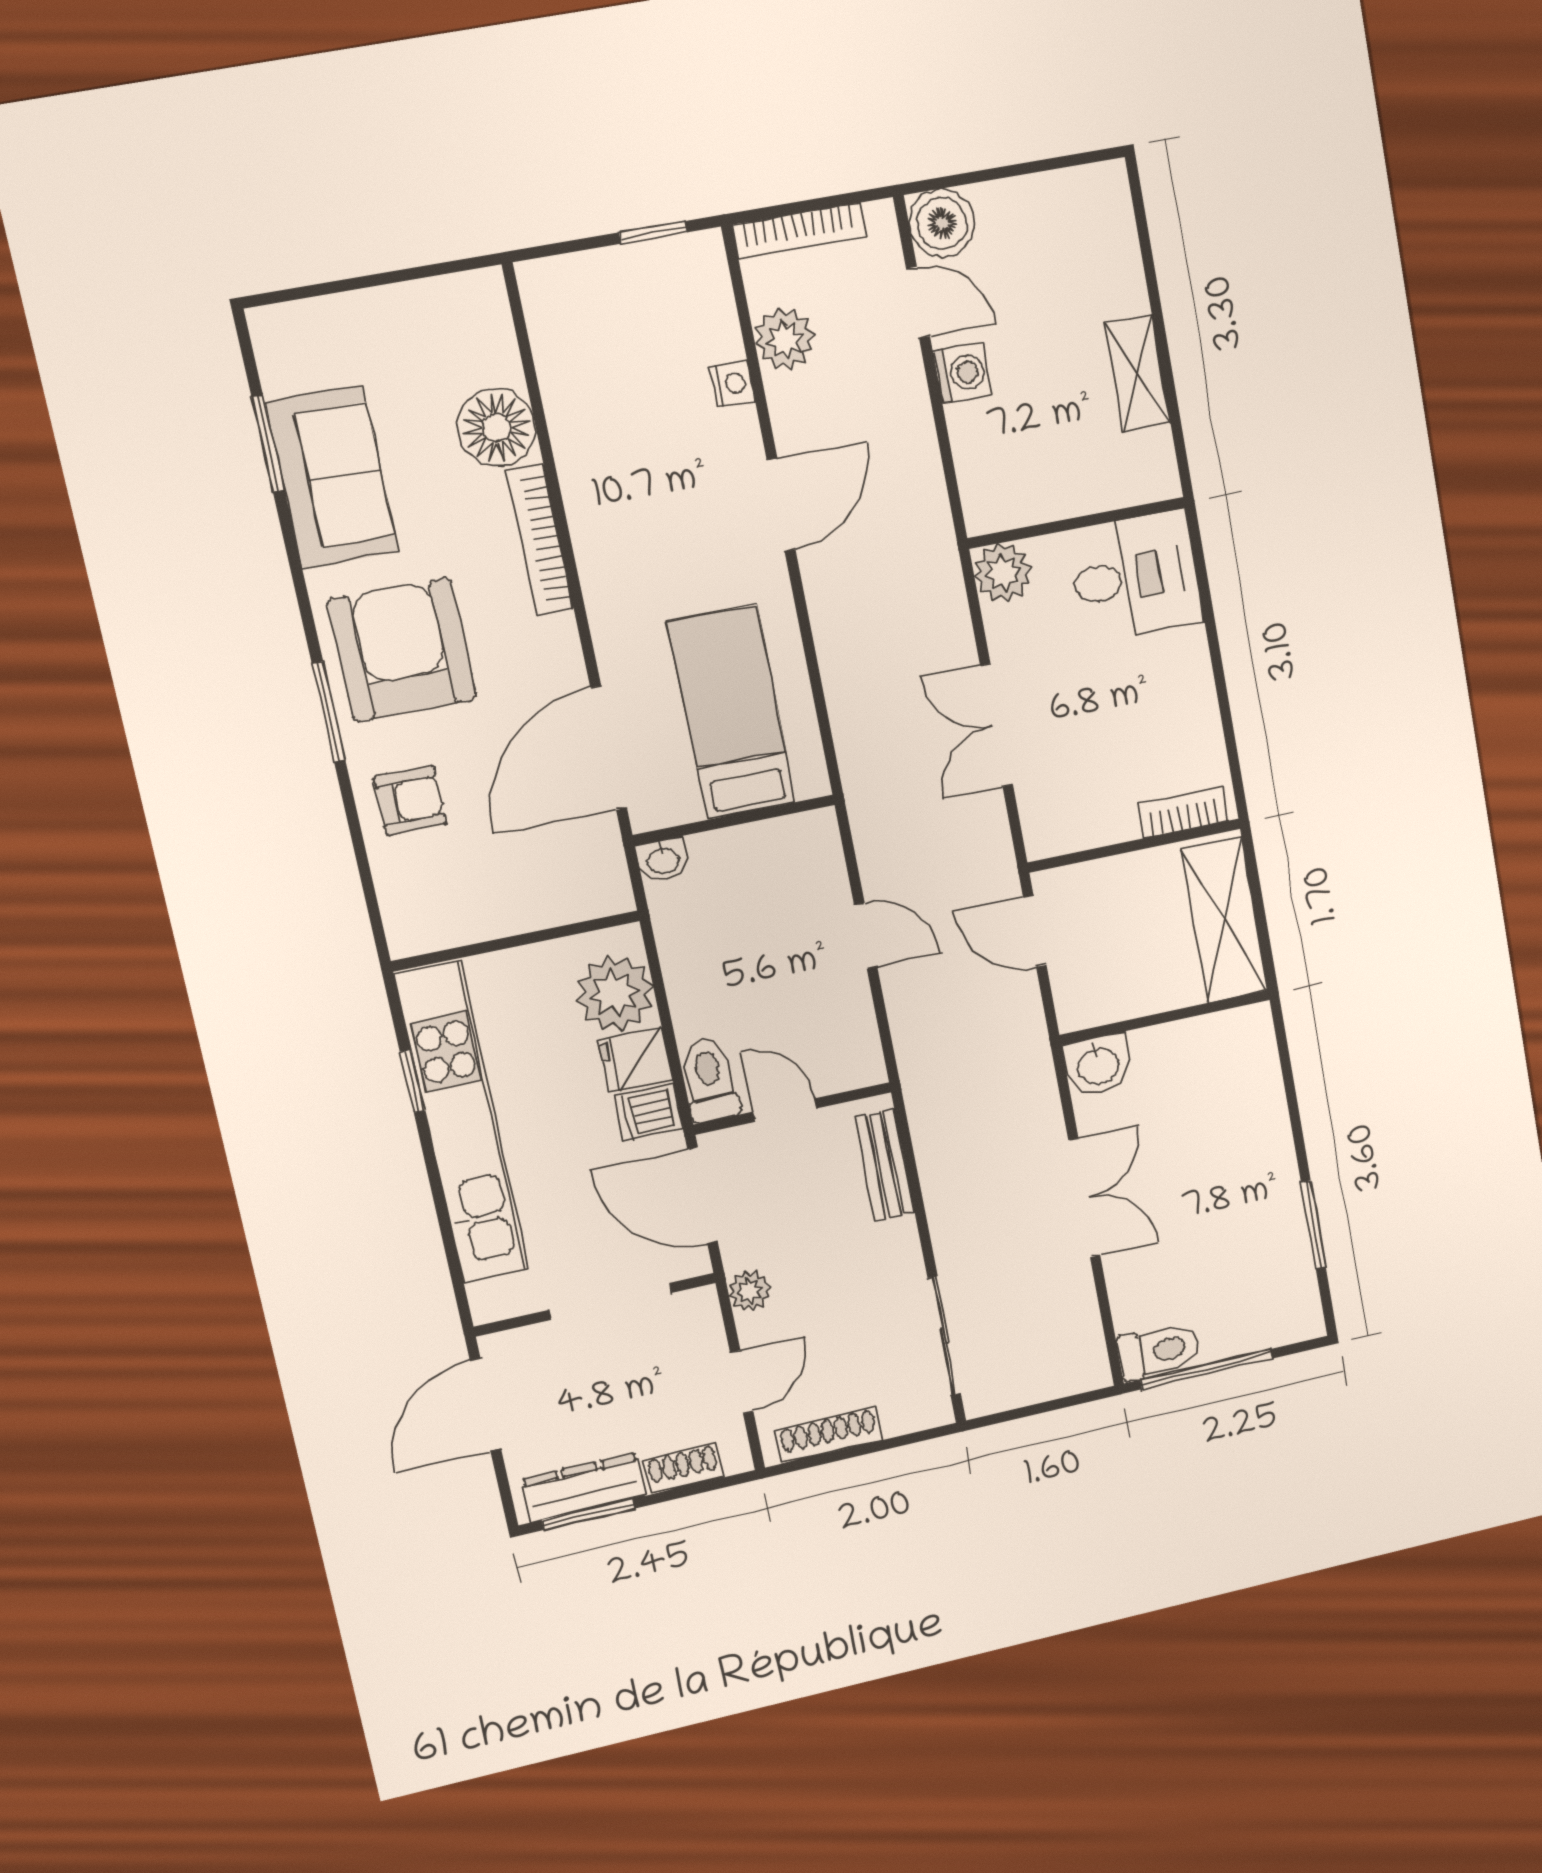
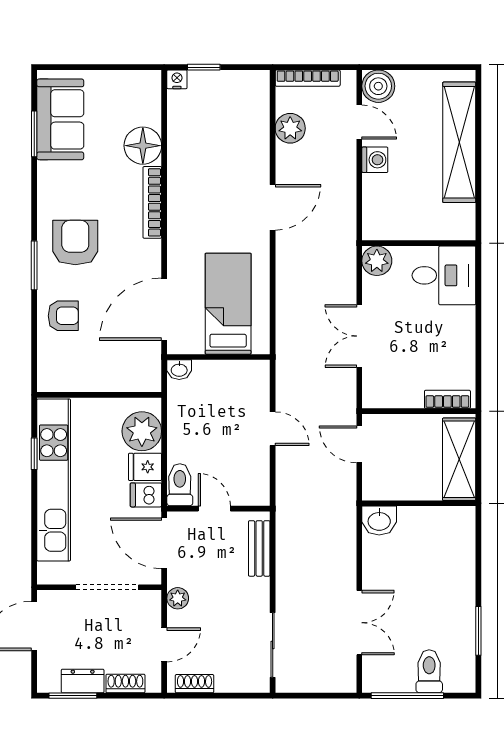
window: (653, 232) -> (204, 67), moved
shelving: (1138, 373) -> (459, 142), width x2.20, depth x1.33
nightstand: (732, 384) -> (177, 79), moved, turned -90
sofa: (332, 477) -> (60, 119), moved
armchair: (402, 650) -> (75, 243), width x0.73, depth x0.73
double door: (1084, 1198) -> (359, 623), moved
toilet: (1159, 1351) -> (429, 671), moved, turned -90
shoe rack: (828, 1435) -> (195, 684), width x0.70
dresser: (583, 1488) -> (83, 681), width x0.70

